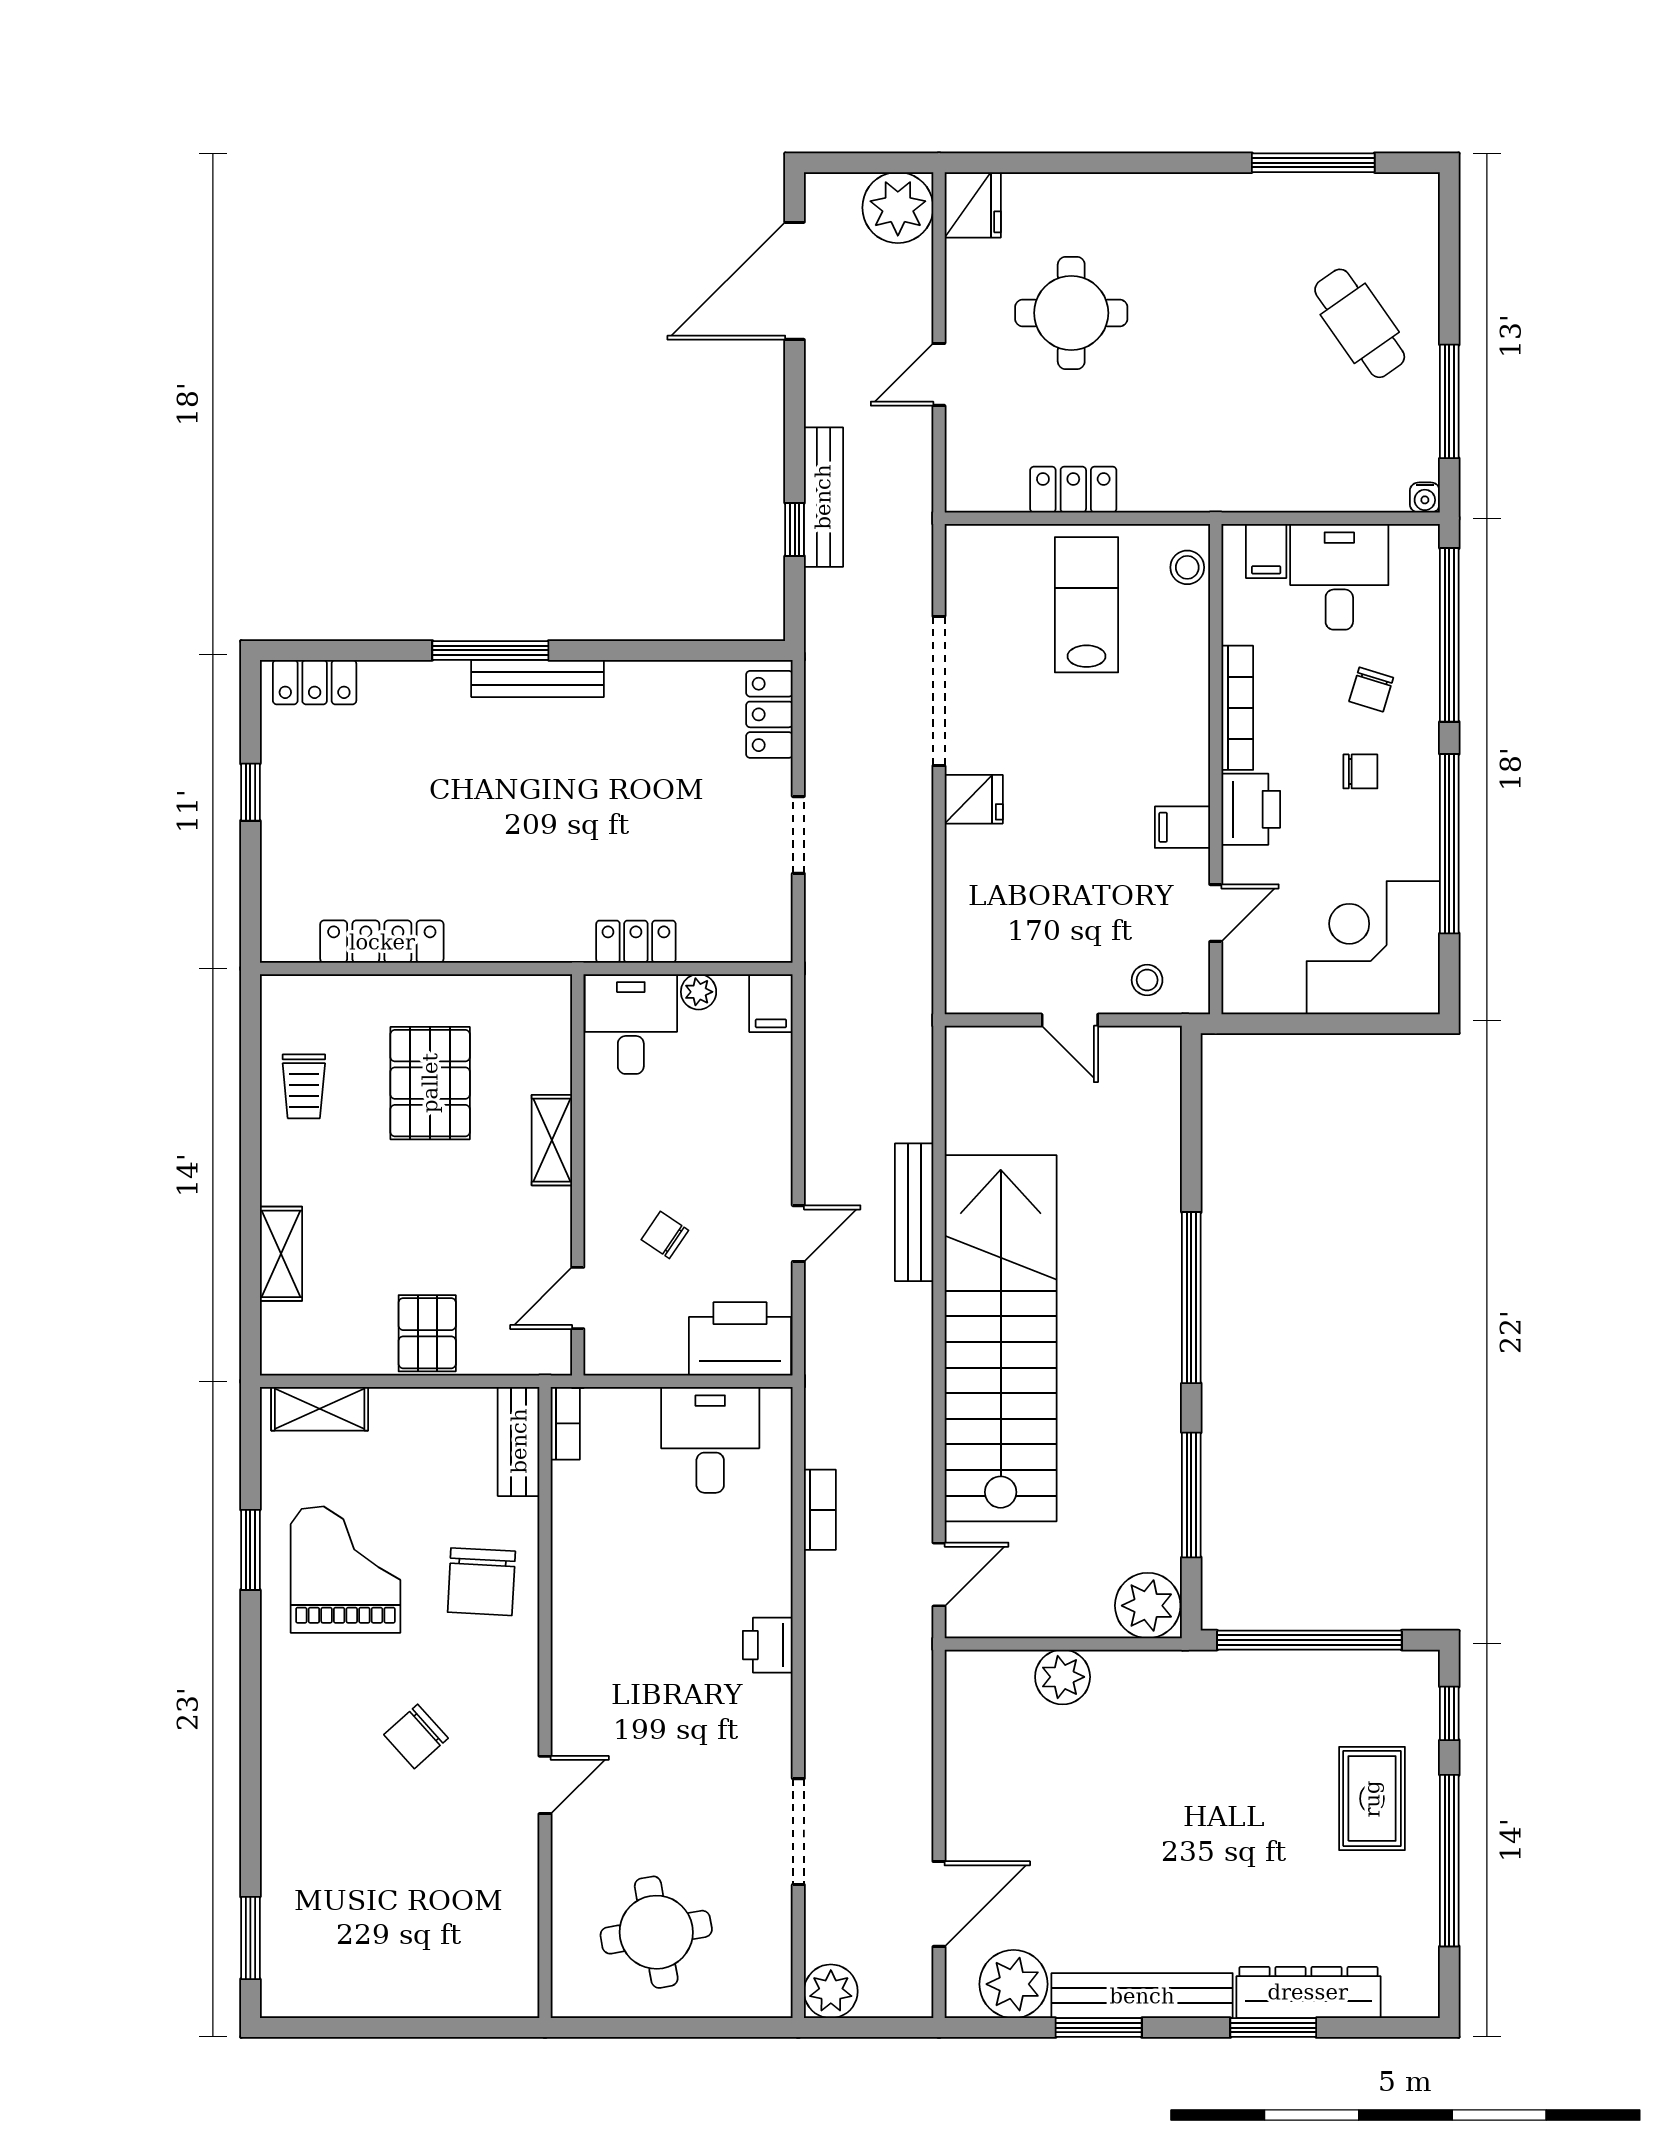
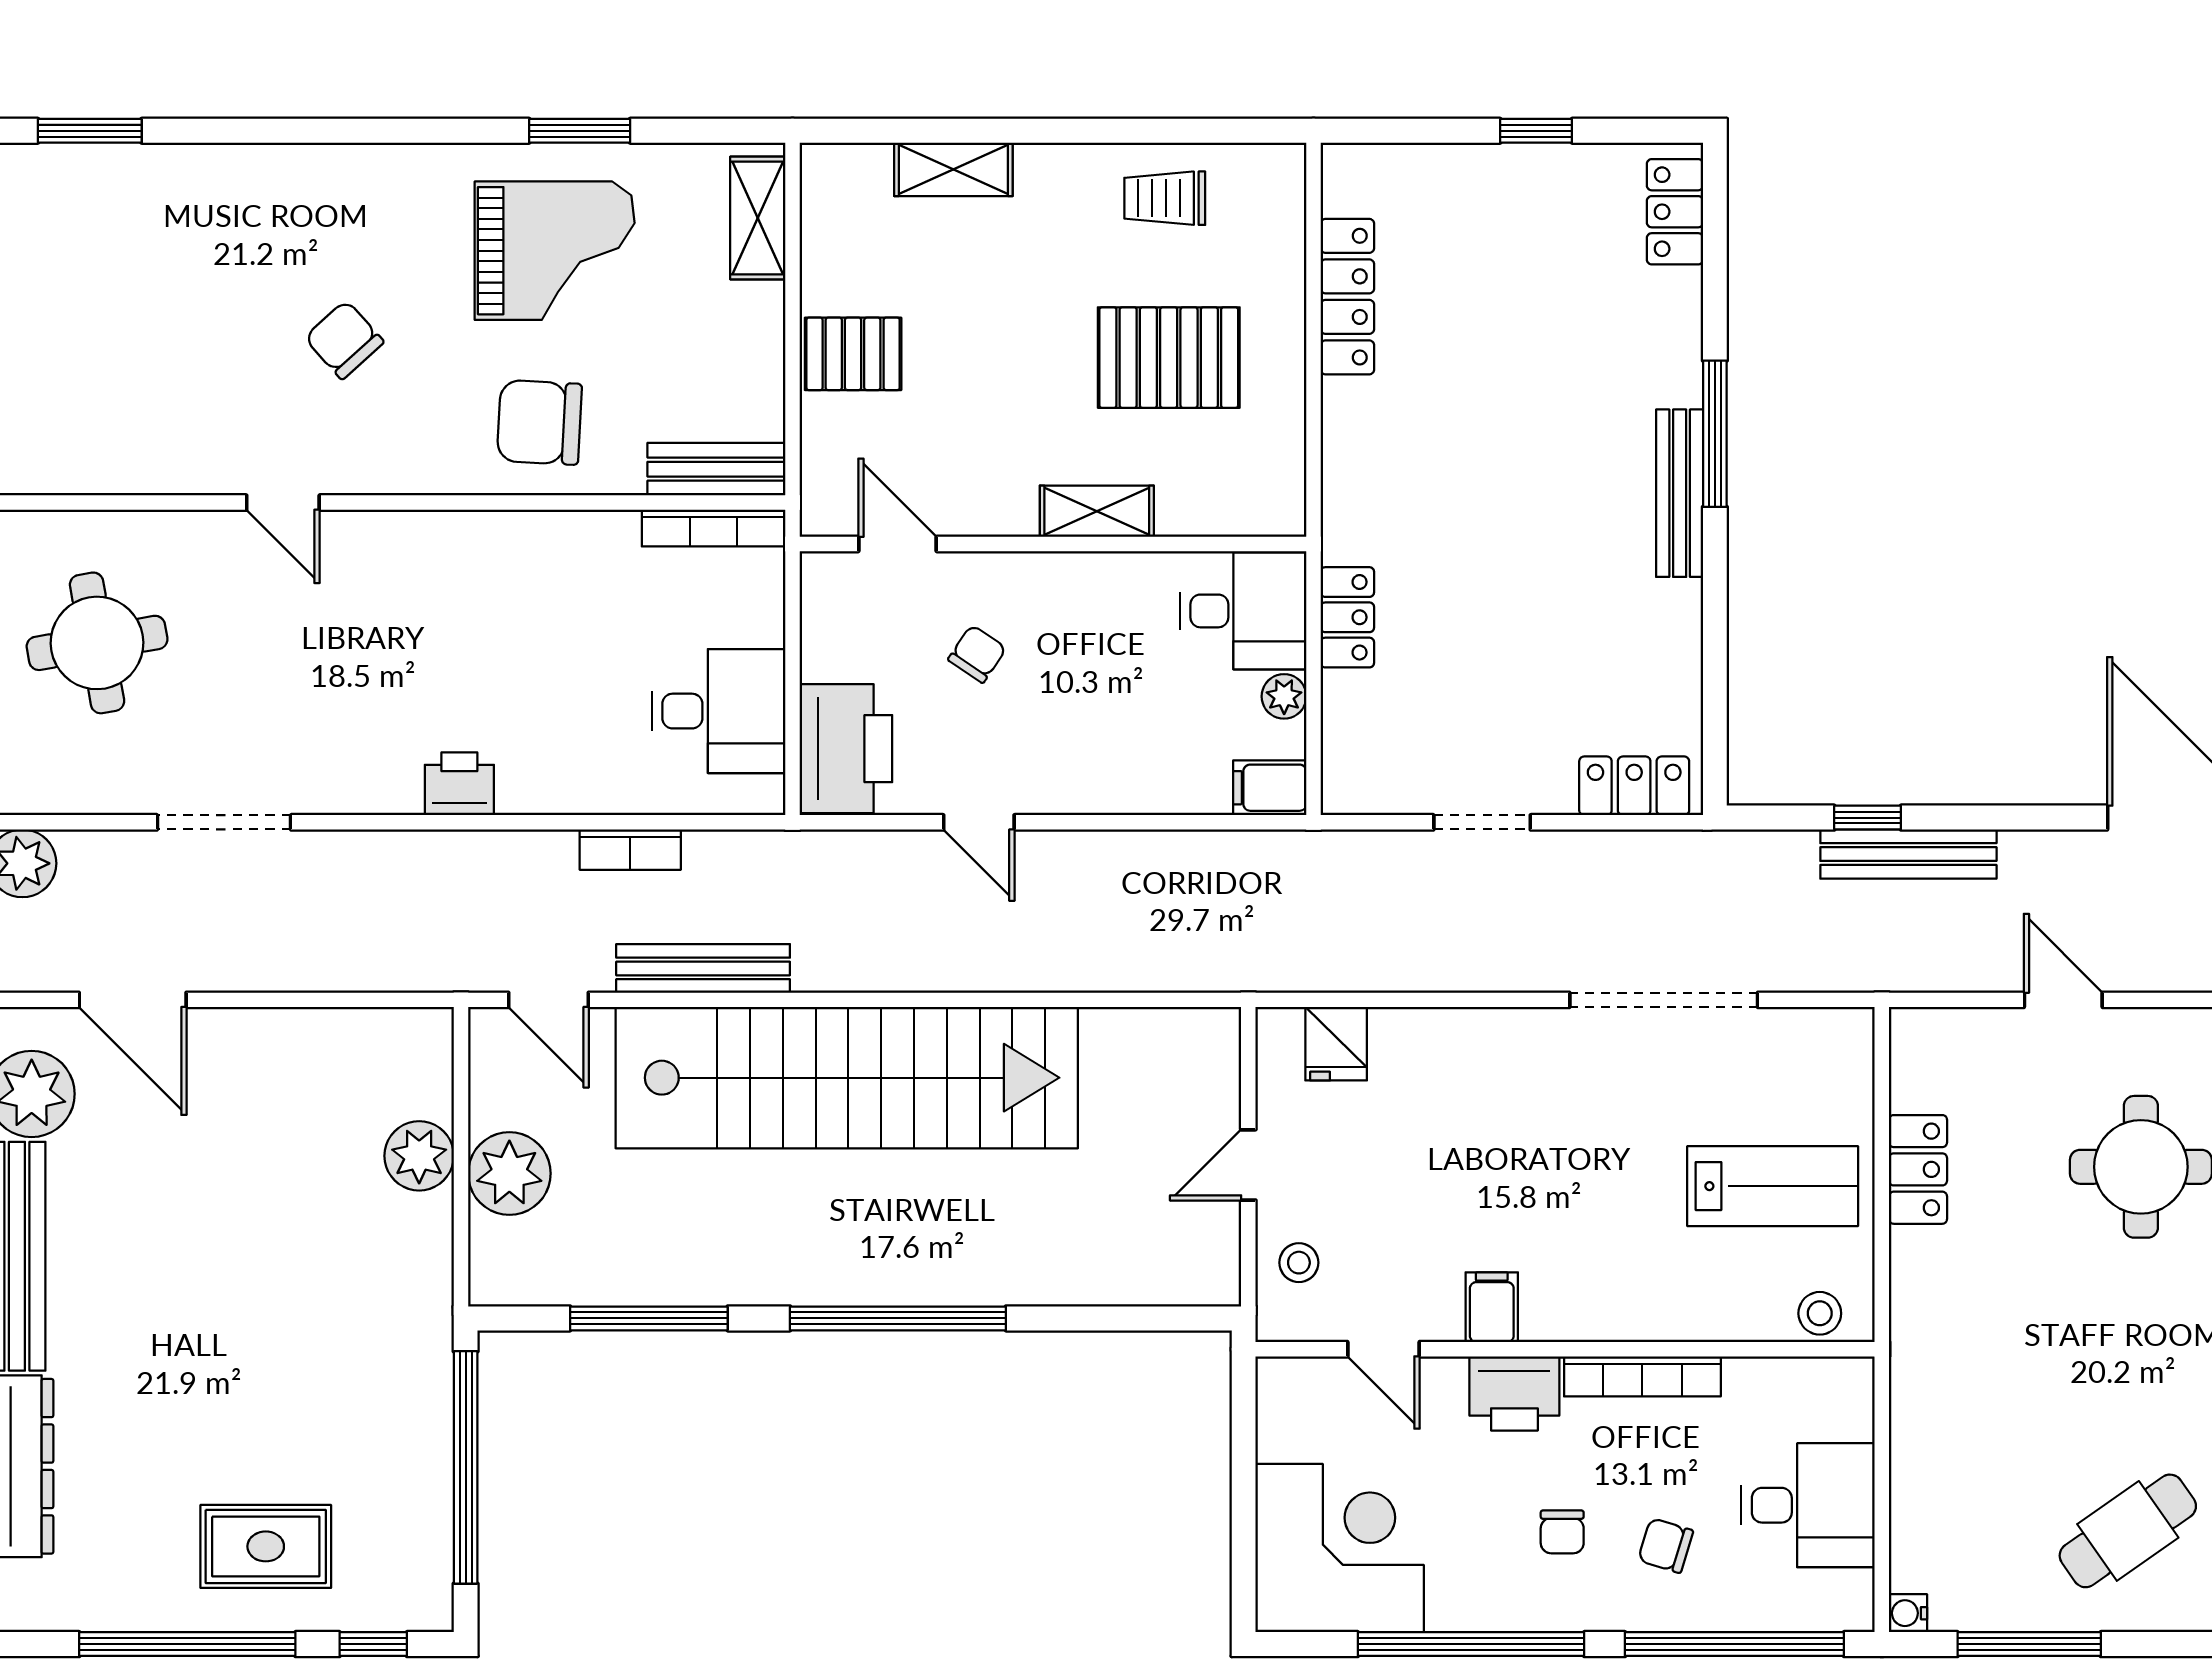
filing cabinet: (1266, 551) -> (1841, 1413), removed
fridge: (974, 799) -> (1336, 1044), moved
bench: (914, 1212) -> (703, 968), moved
bookcase: (565, 1423) -> (714, 528), width x1.56
plant: (1148, 1606) -> (509, 1173), moved

